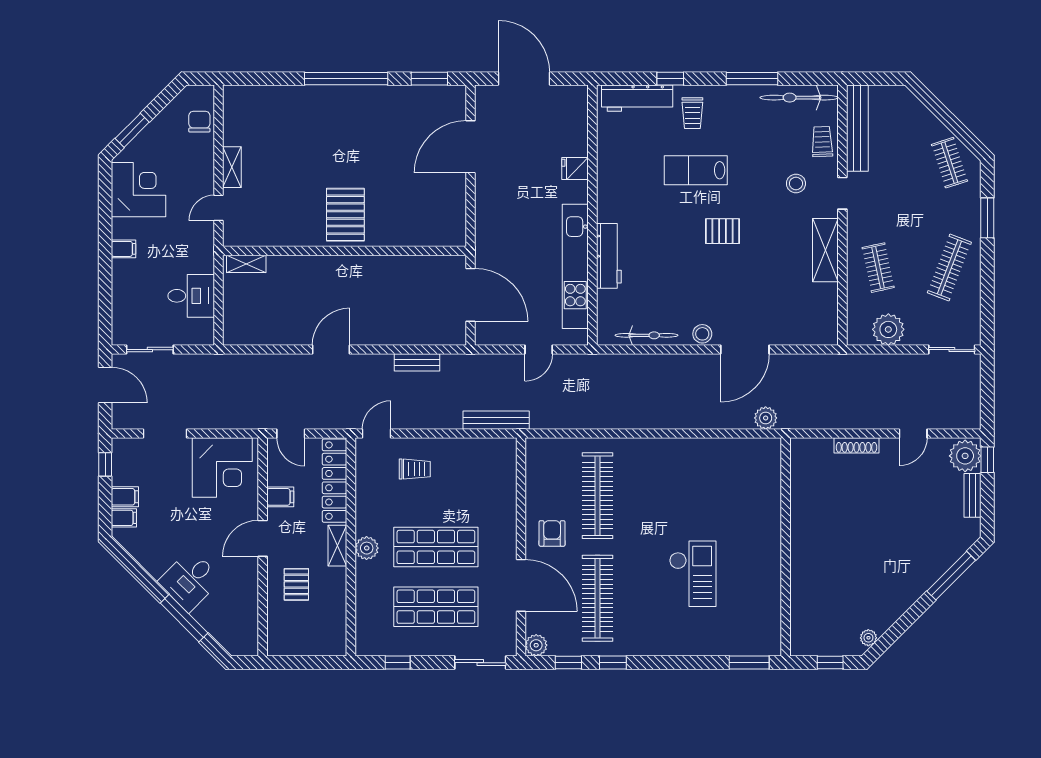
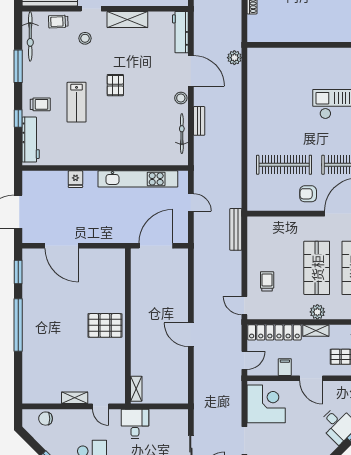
workbench: (609, 256) -> (180, 32), moved, turned -90
desk: (191, 296) -> (135, 424), moved
bench: (417, 362) -> (199, 121), moved

